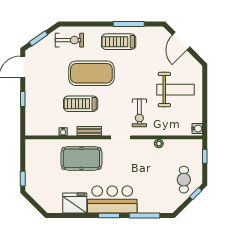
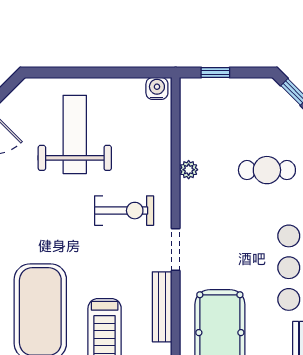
bench: (89, 131) -> (162, 307), width x1.36
cafe table: (184, 180) -> (267, 170), moved

